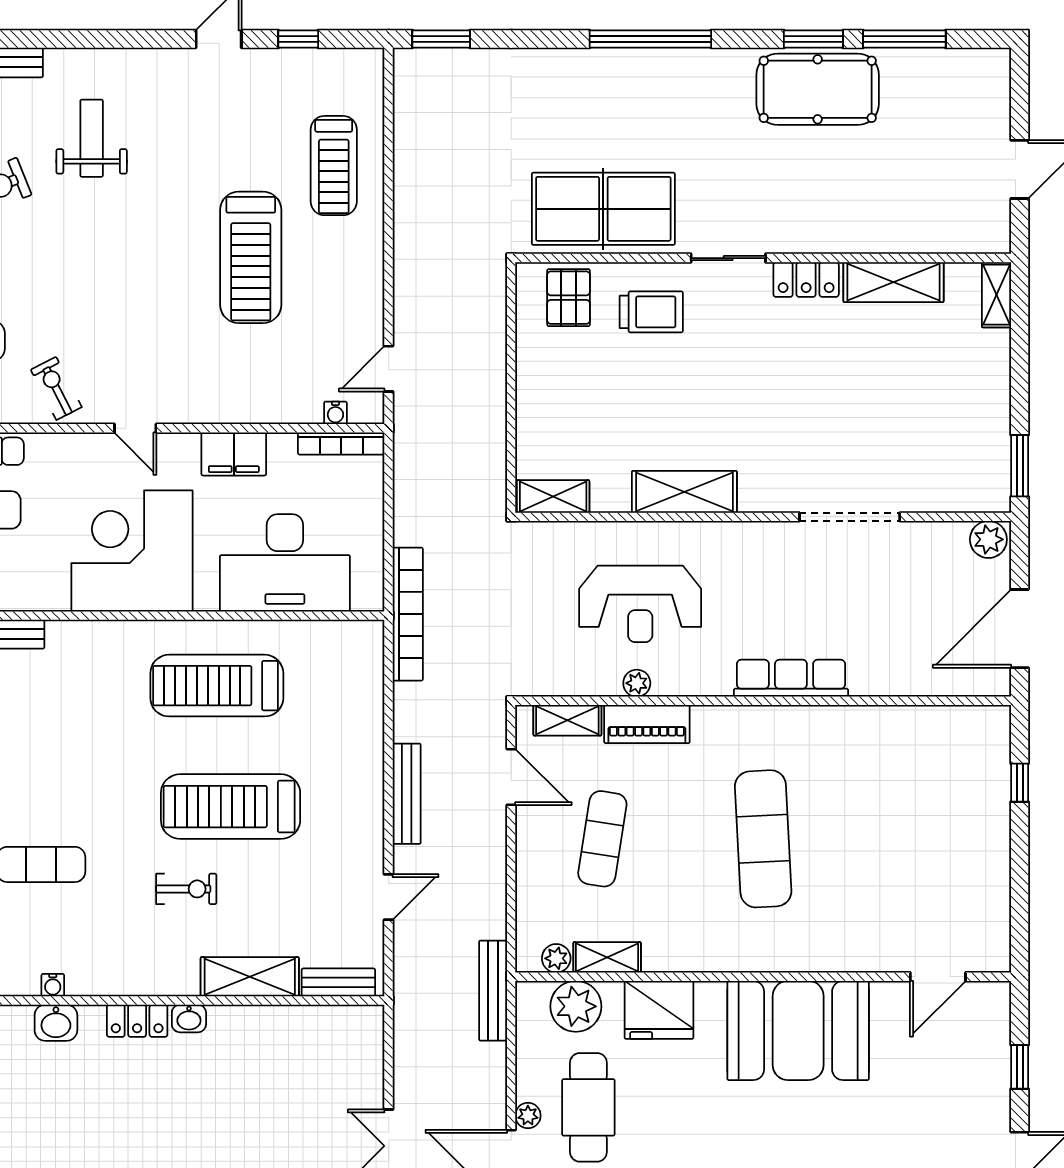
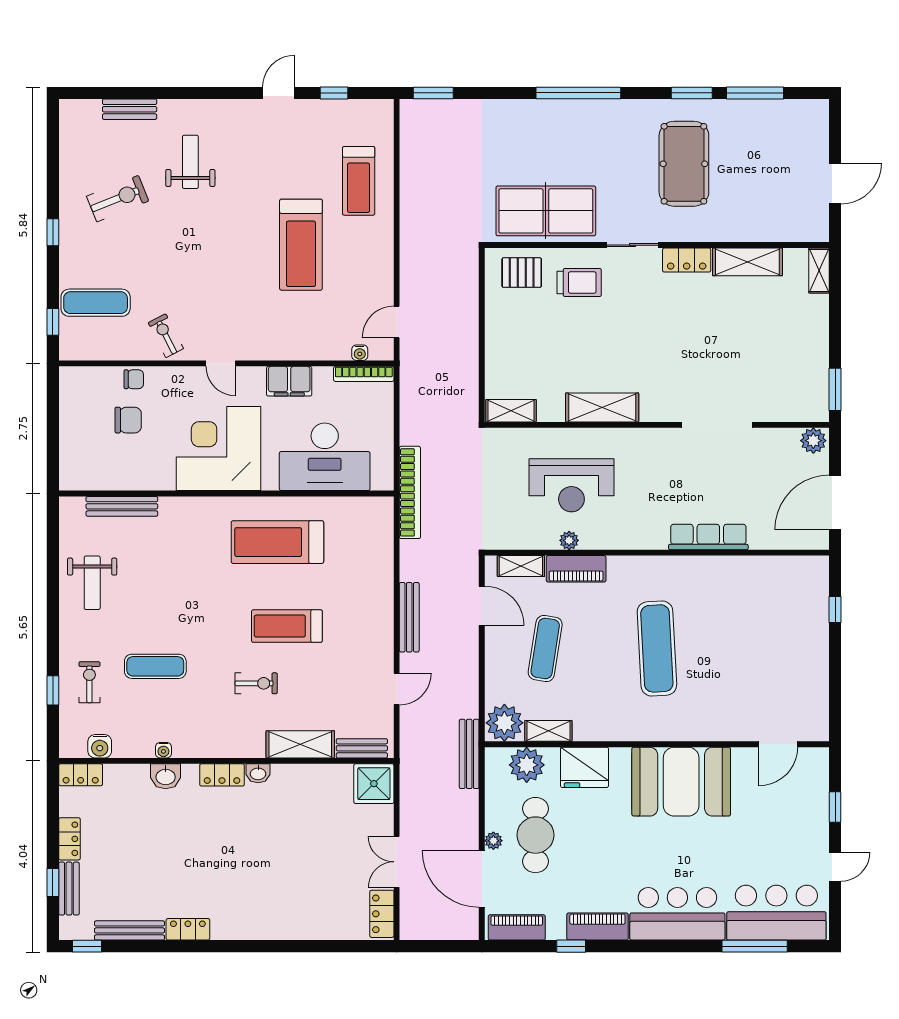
pool table: (818, 89) -> (684, 164), moved, turned 90
pallet: (569, 298) -> (522, 273), turned 90
row of seats: (791, 678) -> (708, 537), moved
treadmill: (231, 807) -> (287, 626), width x0.73, depth x0.73
plant: (556, 958) -> (504, 723), width x1.88, depth x1.88
shower: (356, 1033) -> (374, 784), added

